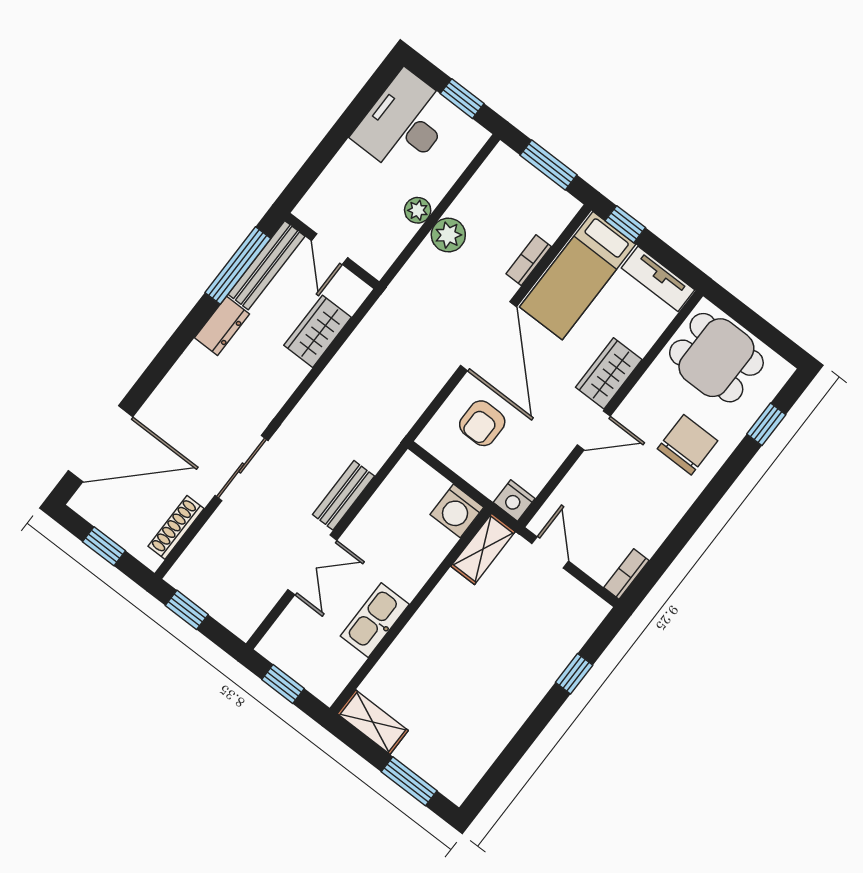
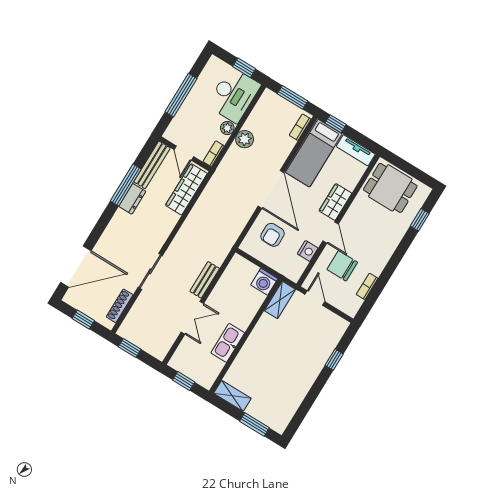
desk: (404, 123) -> (234, 95), moved, turned 180
window: (336, 138) -> (181, 95), added
bookcase: (386, 257) -> (214, 154), added
bookcase: (529, 260) -> (300, 127), moved
window: (238, 266) -> (126, 185), moved
wardrobe: (318, 331) -> (186, 189), width x1.50
door: (594, 431) -> (331, 232), hinge flipped
chair: (688, 445) -> (342, 266), moved, turned -90
nightstand: (514, 500) -> (308, 251), moved, turned -90
bookcase: (626, 574) -> (367, 286), moved

